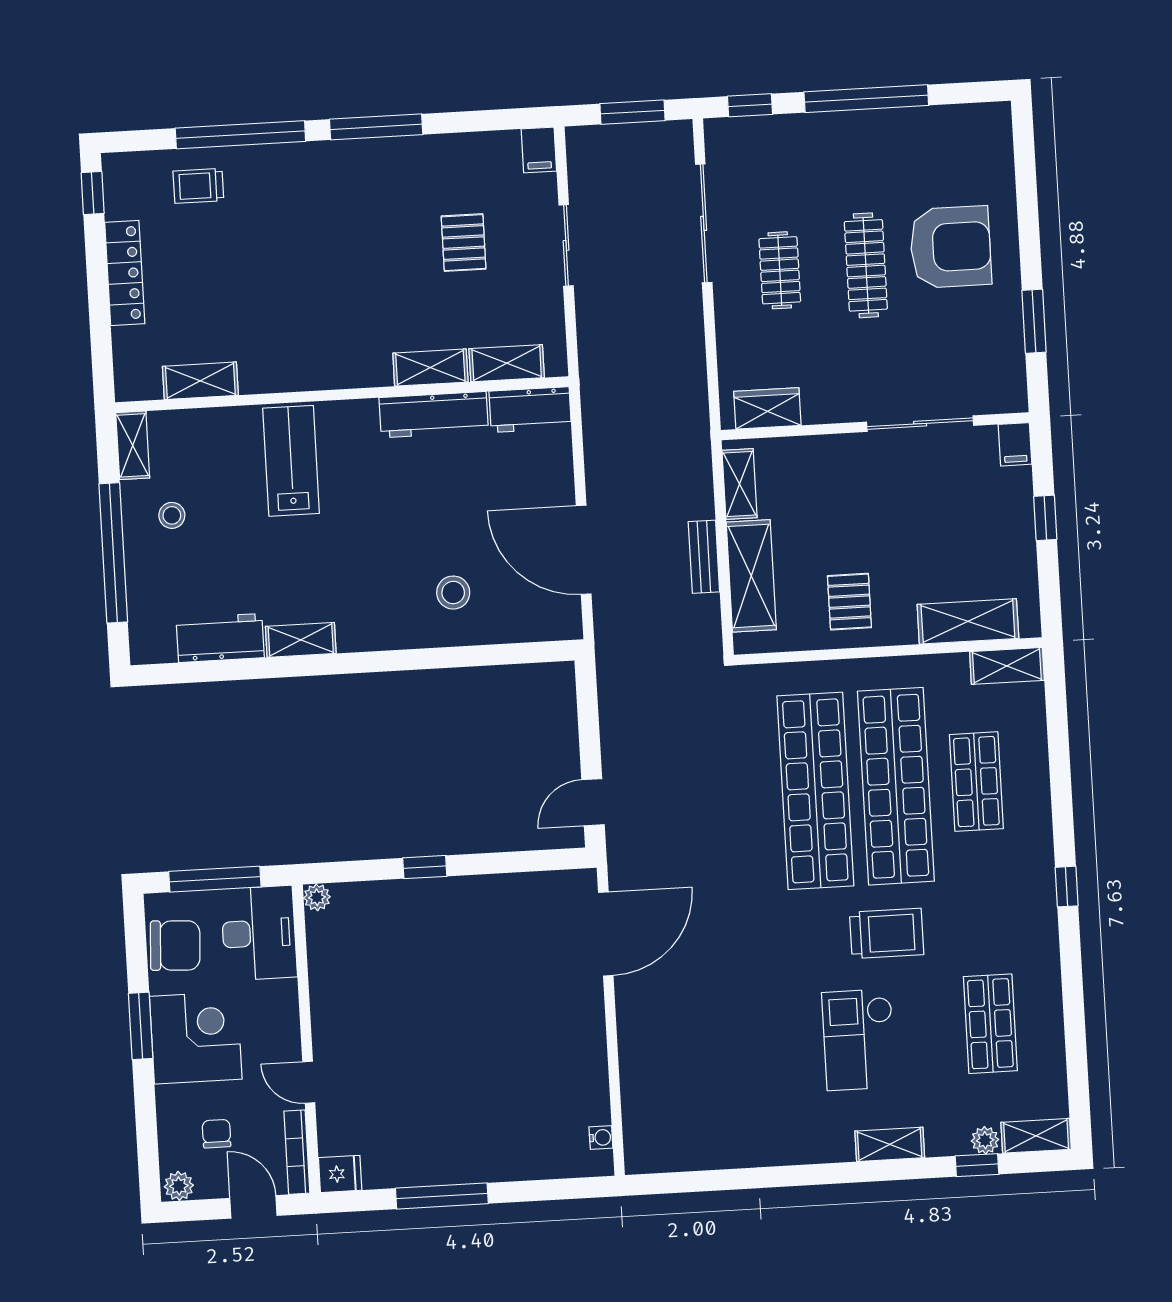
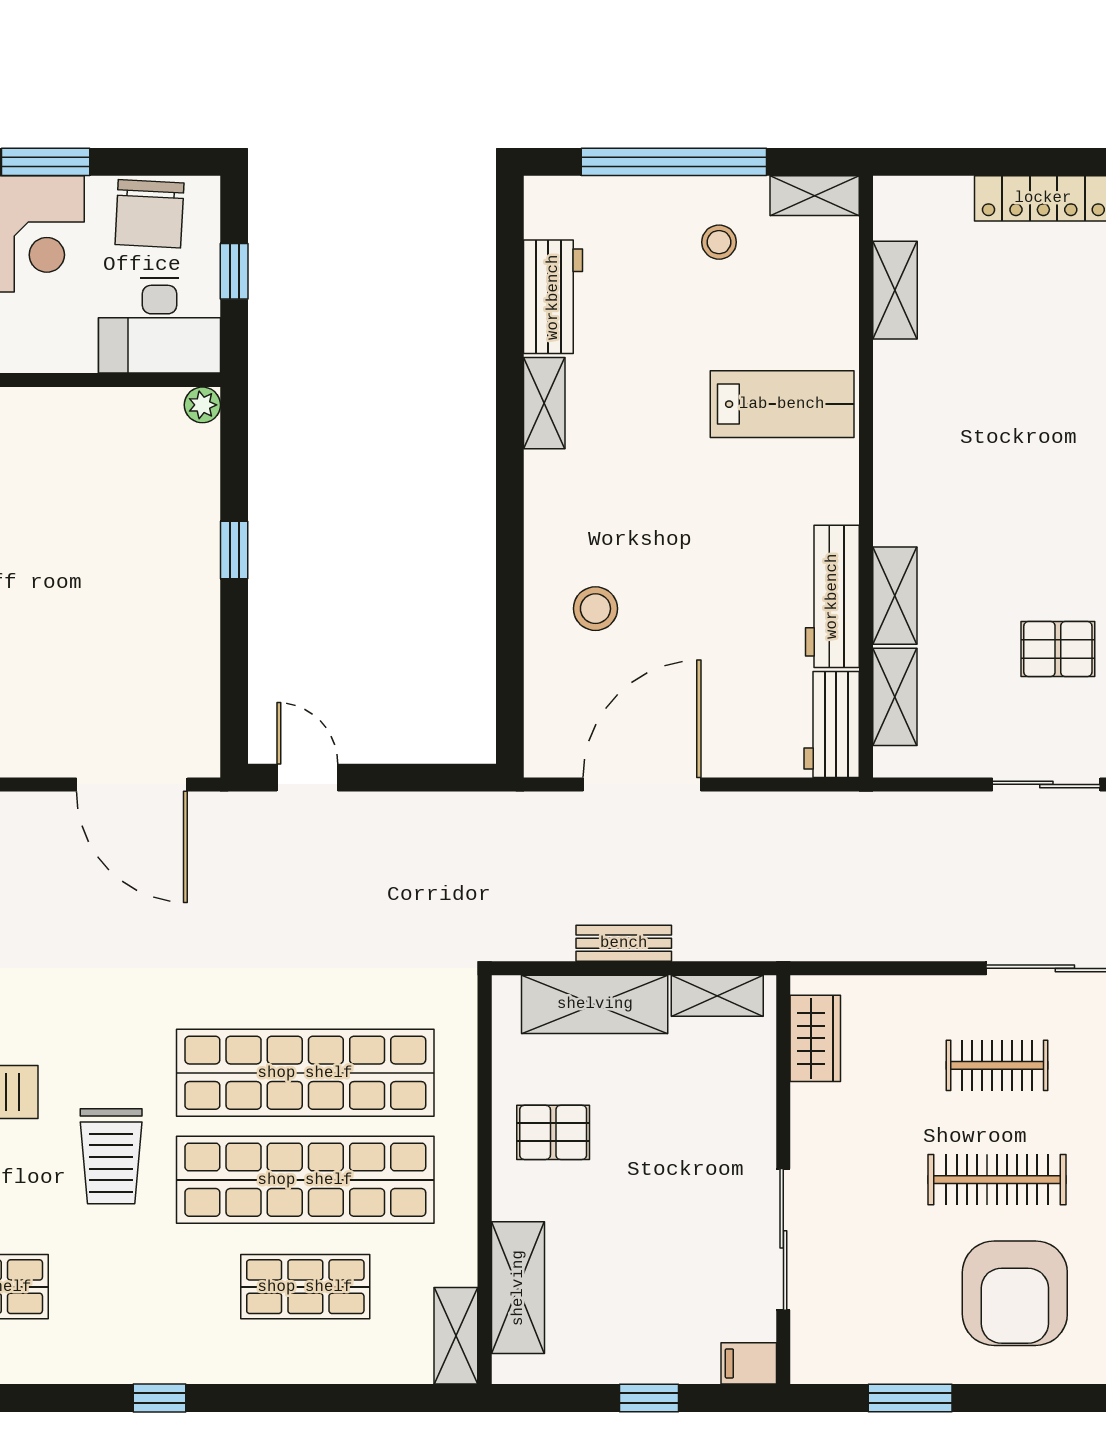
window: (215, 879) -> (234, 271), width x0.46

